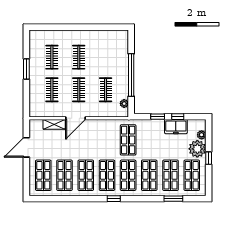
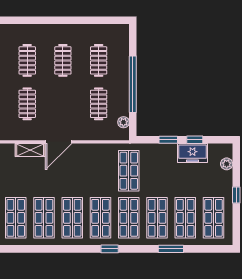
clothes rail: (79, 90) -> (99, 60), moved
plant: (197, 149) -> (221, 183), removed
window: (173, 199) -> (171, 249), moved

